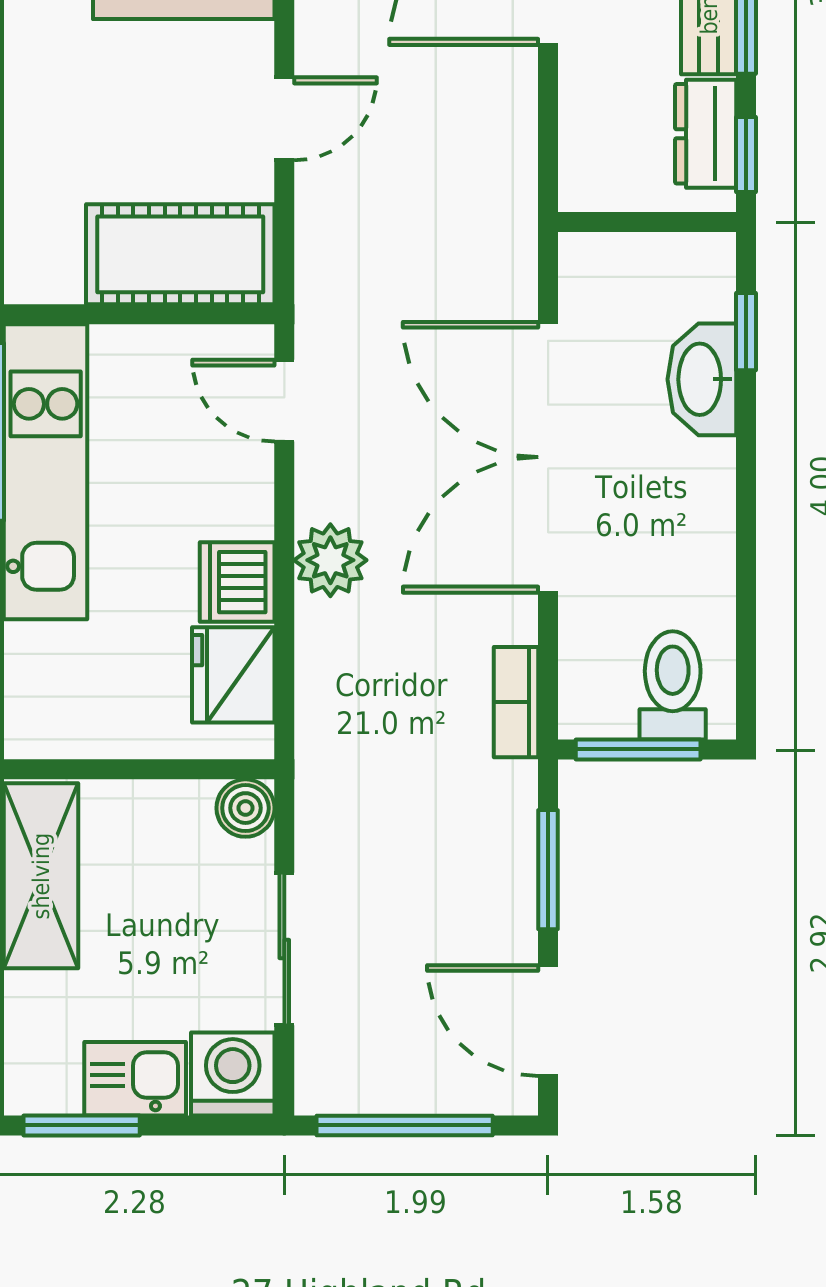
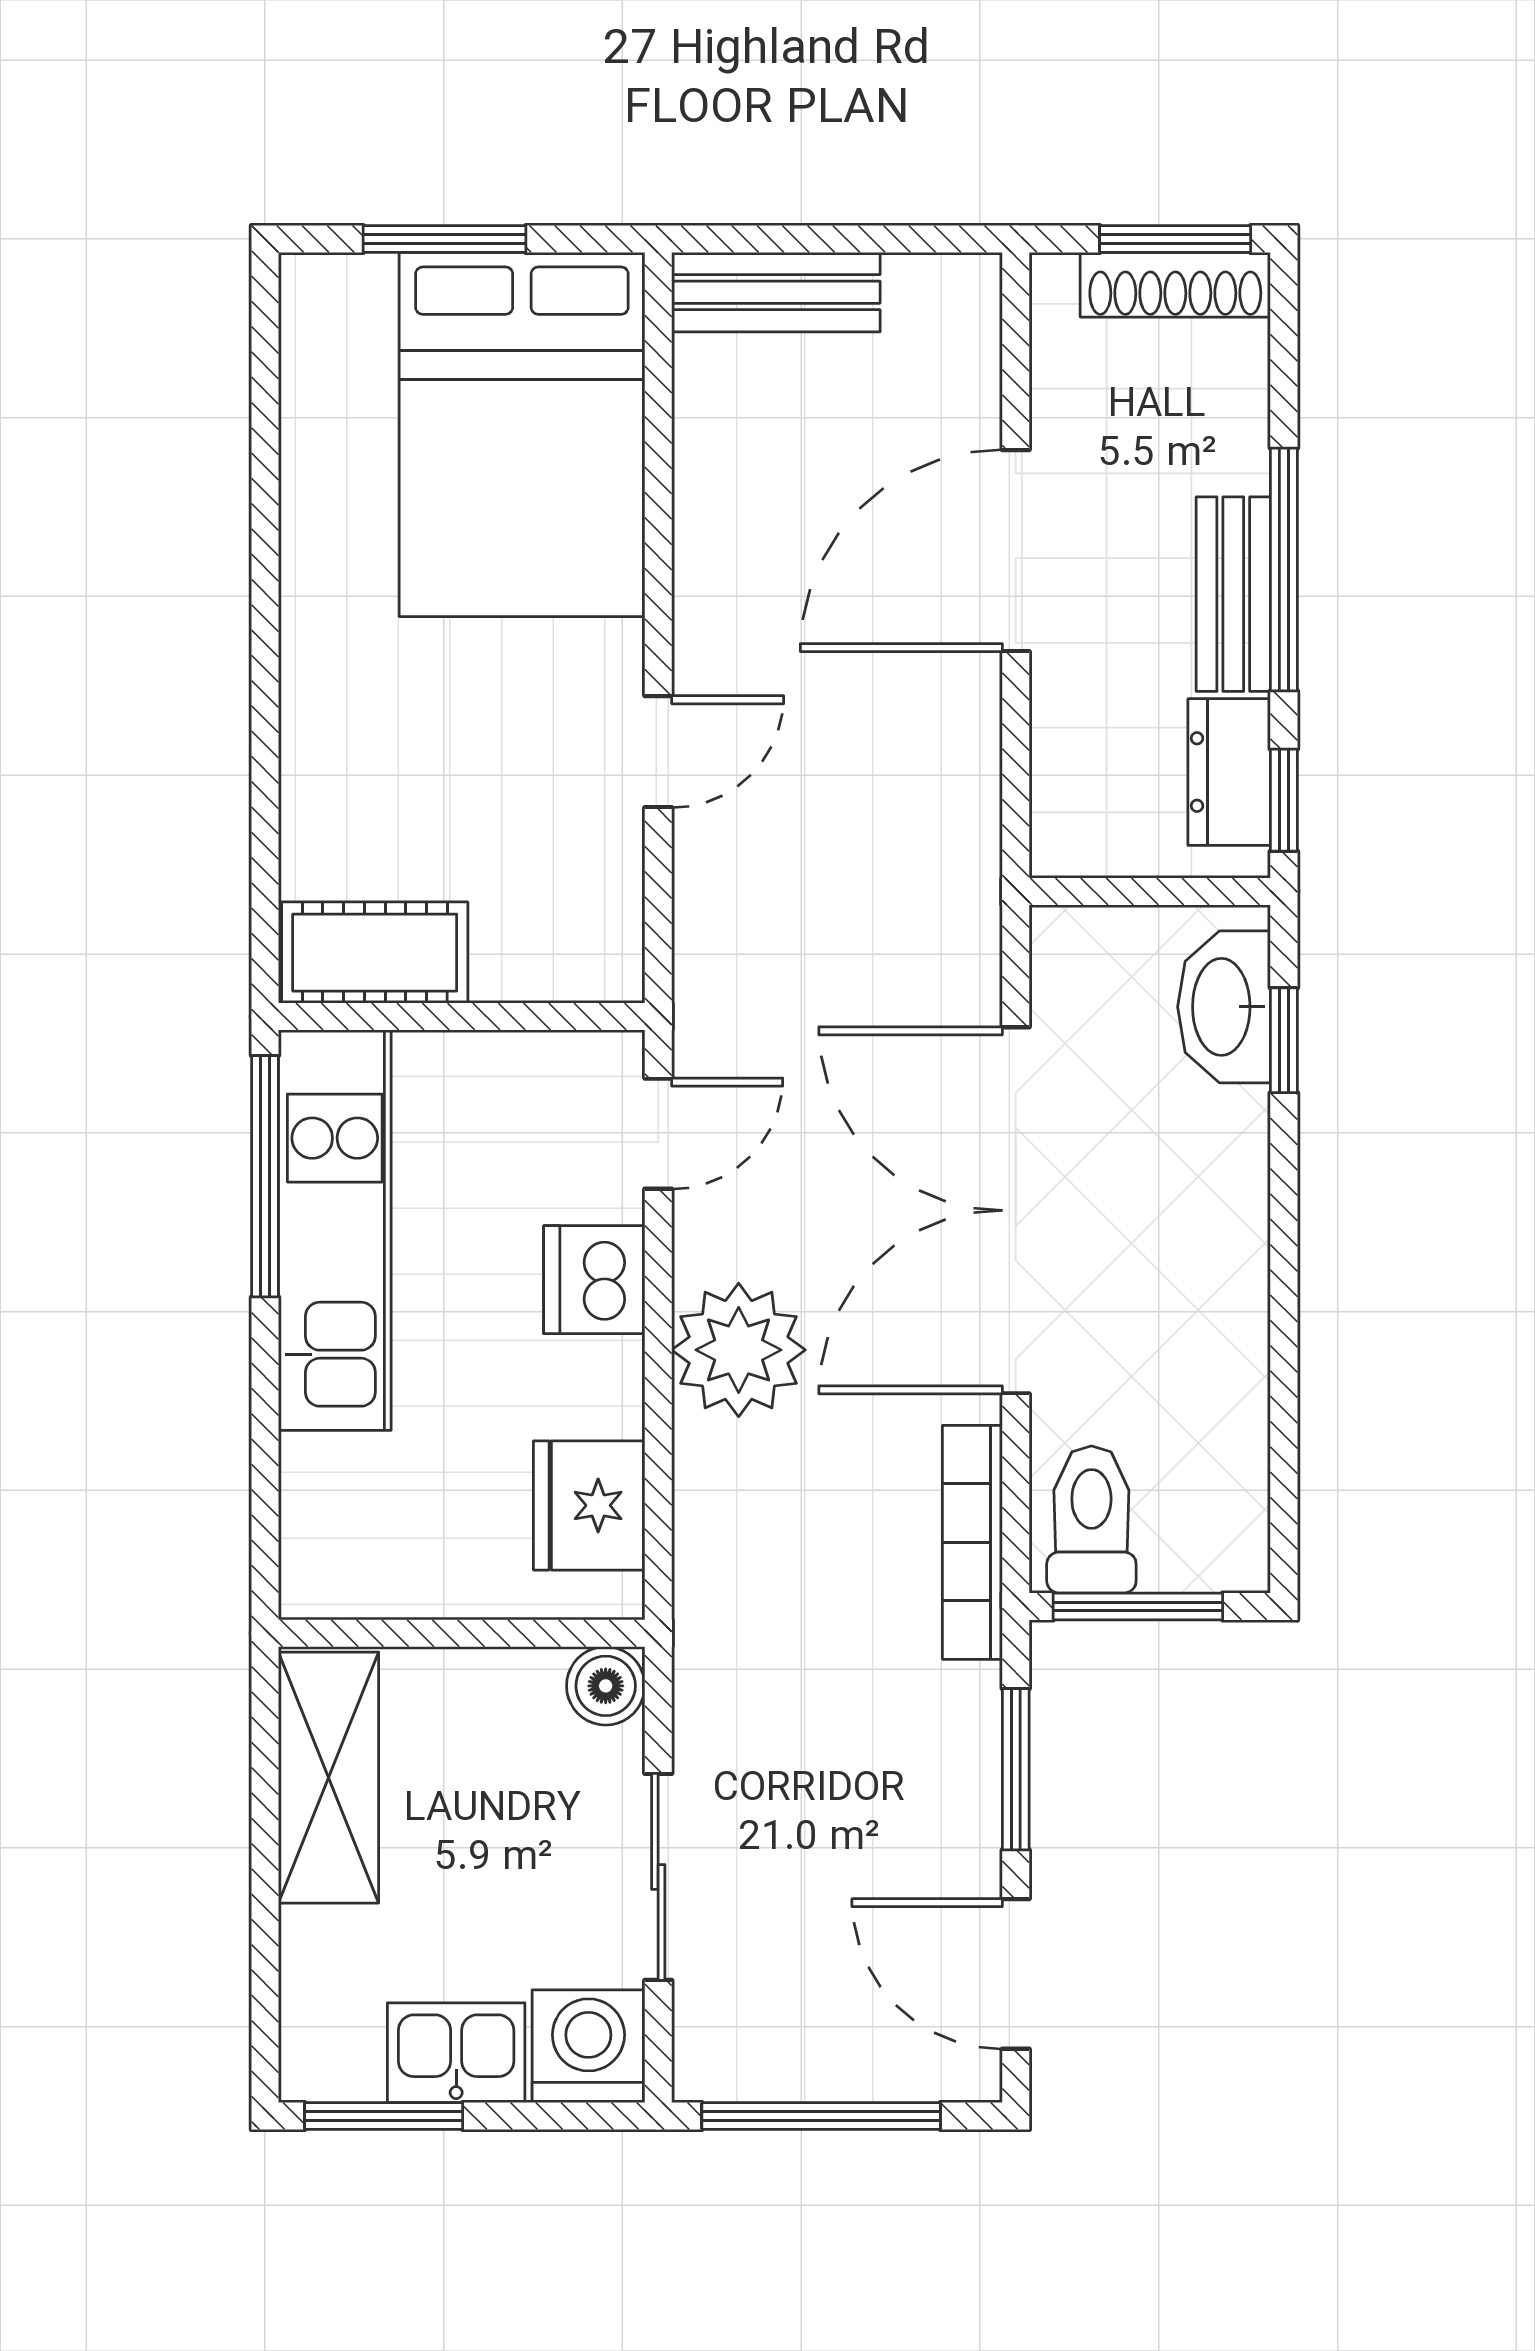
cot: (180, 254) -> (375, 953), moved, width x0.73, depth x0.75
washbasin: (702, 379) -> (1224, 1007), moved
door: (284, 401) -> (658, 1134), swing flipped
plant: (330, 560) -> (739, 1350), width x1.36, depth x1.36
dishwasher: (237, 582) -> (594, 1280), moved
toilet: (673, 685) -> (1091, 1520), moved
bookcase: (516, 702) -> (972, 1542), width x1.56

